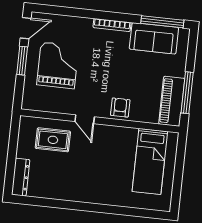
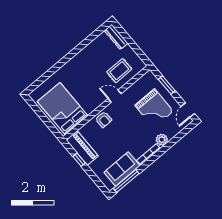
plant: (83, 26) -> (162, 140), added
window: (22, 61) -> (167, 85), moved
window: (187, 93) -> (79, 160), width x0.46
bed: (150, 161) -> (63, 109), width x1.50

